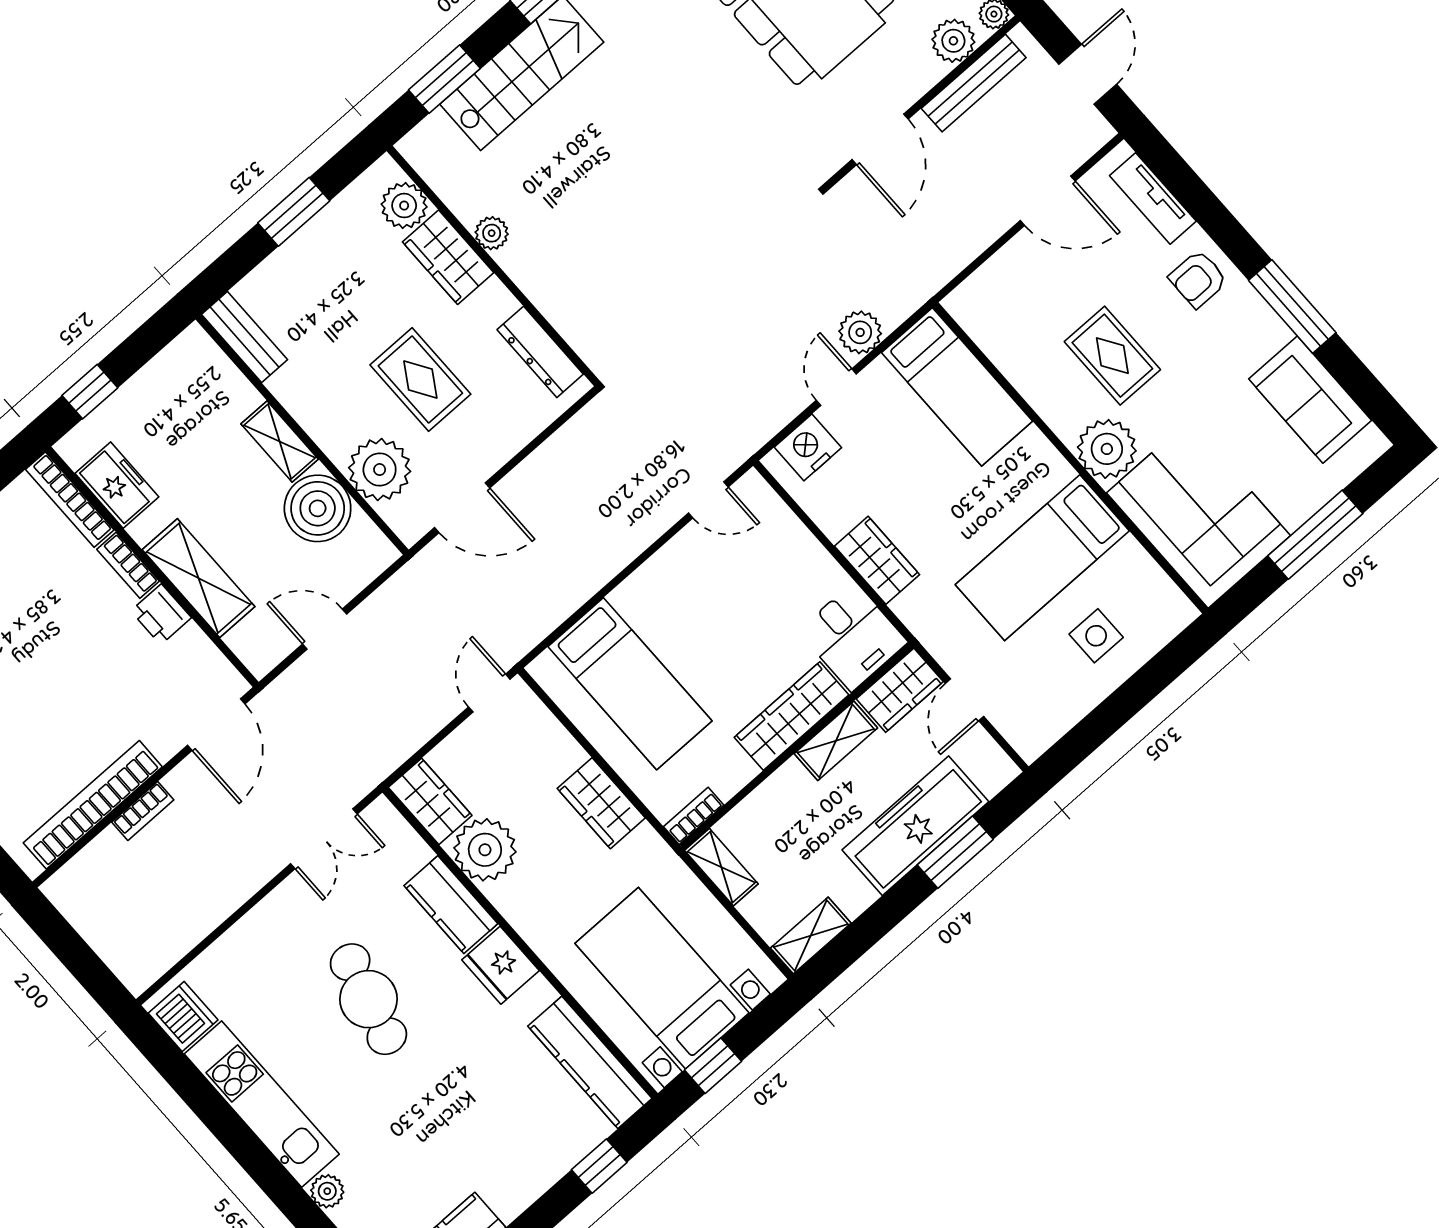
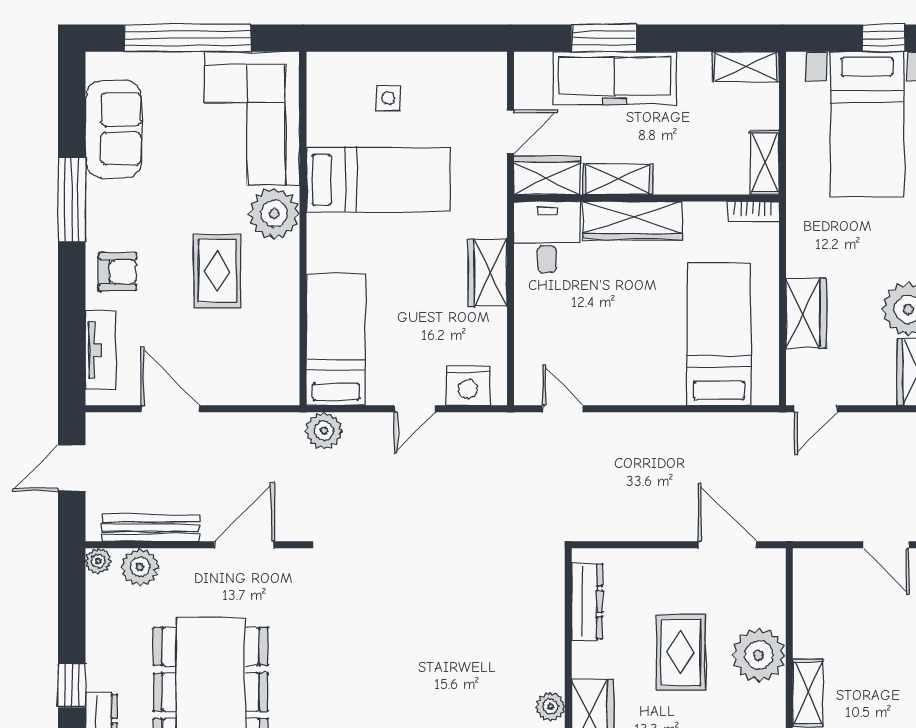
plant: (860, 332) -> (324, 431), moved
plant: (380, 470) -> (759, 655), moved
boiler: (318, 508) -> (822, 627), removed
window: (1315, 535) -> (188, 38), width x1.46
side table: (1096, 636) -> (388, 98), width x0.73, depth x0.73
wardrobe: (601, 803) -> (806, 313), moved

